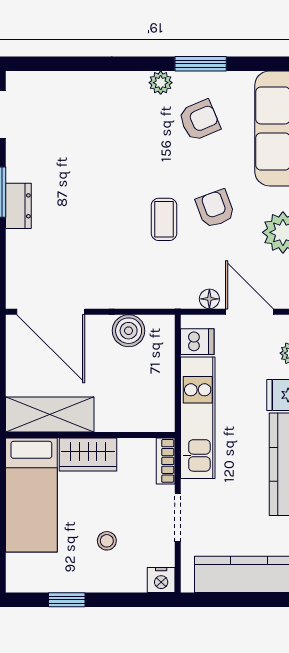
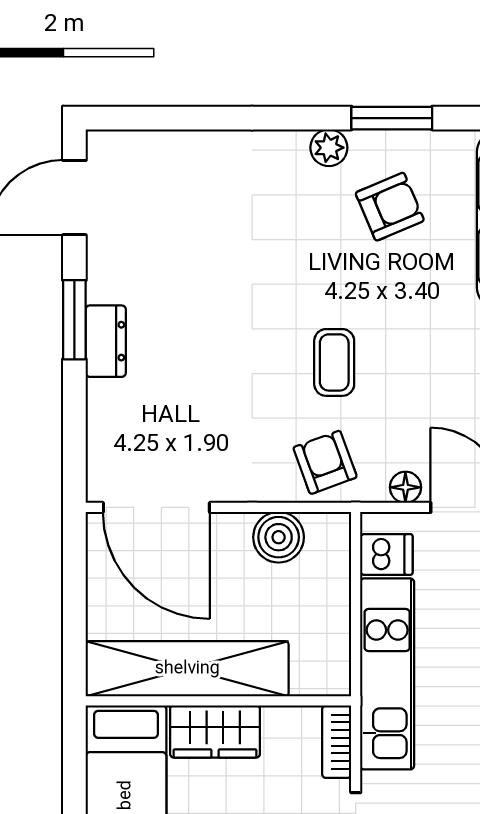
armchair: (215, 209) -> (325, 462), moved
shelving: (50, 414) -> (187, 669), width x1.47

